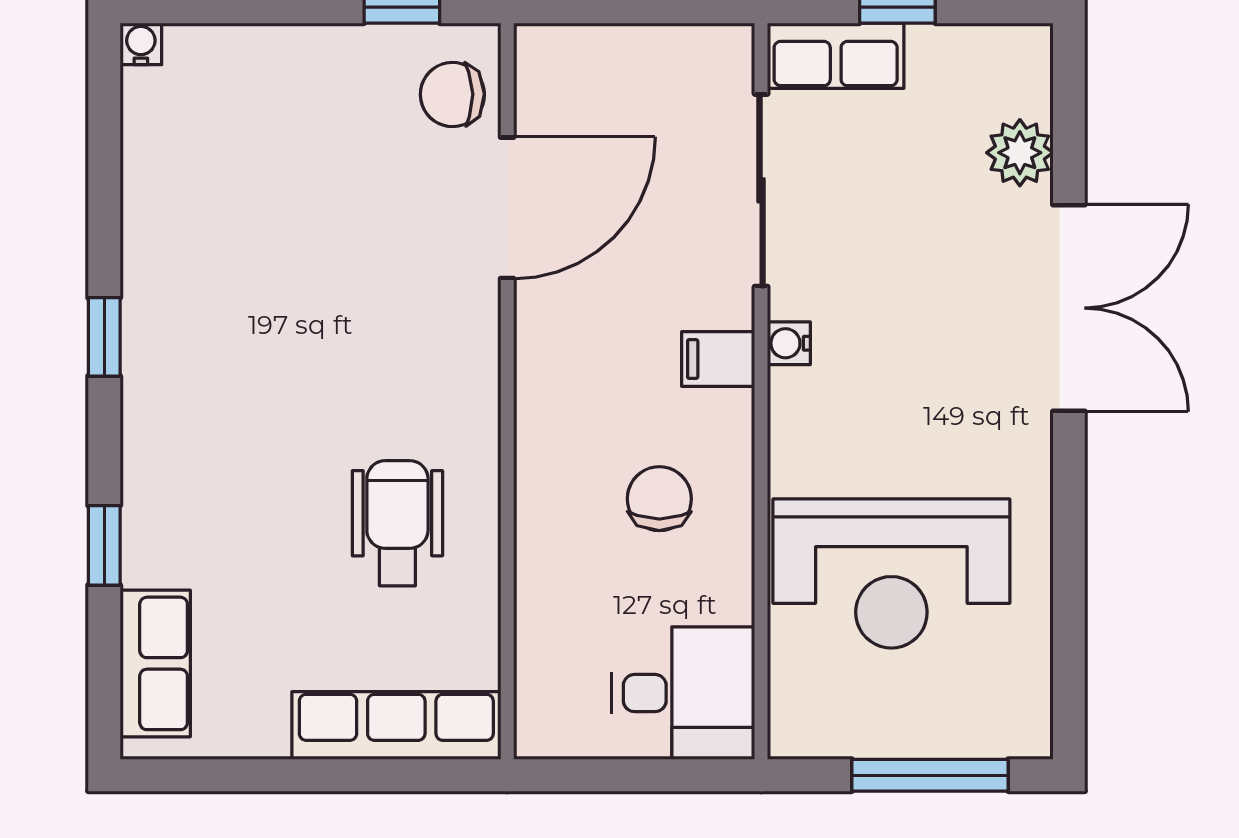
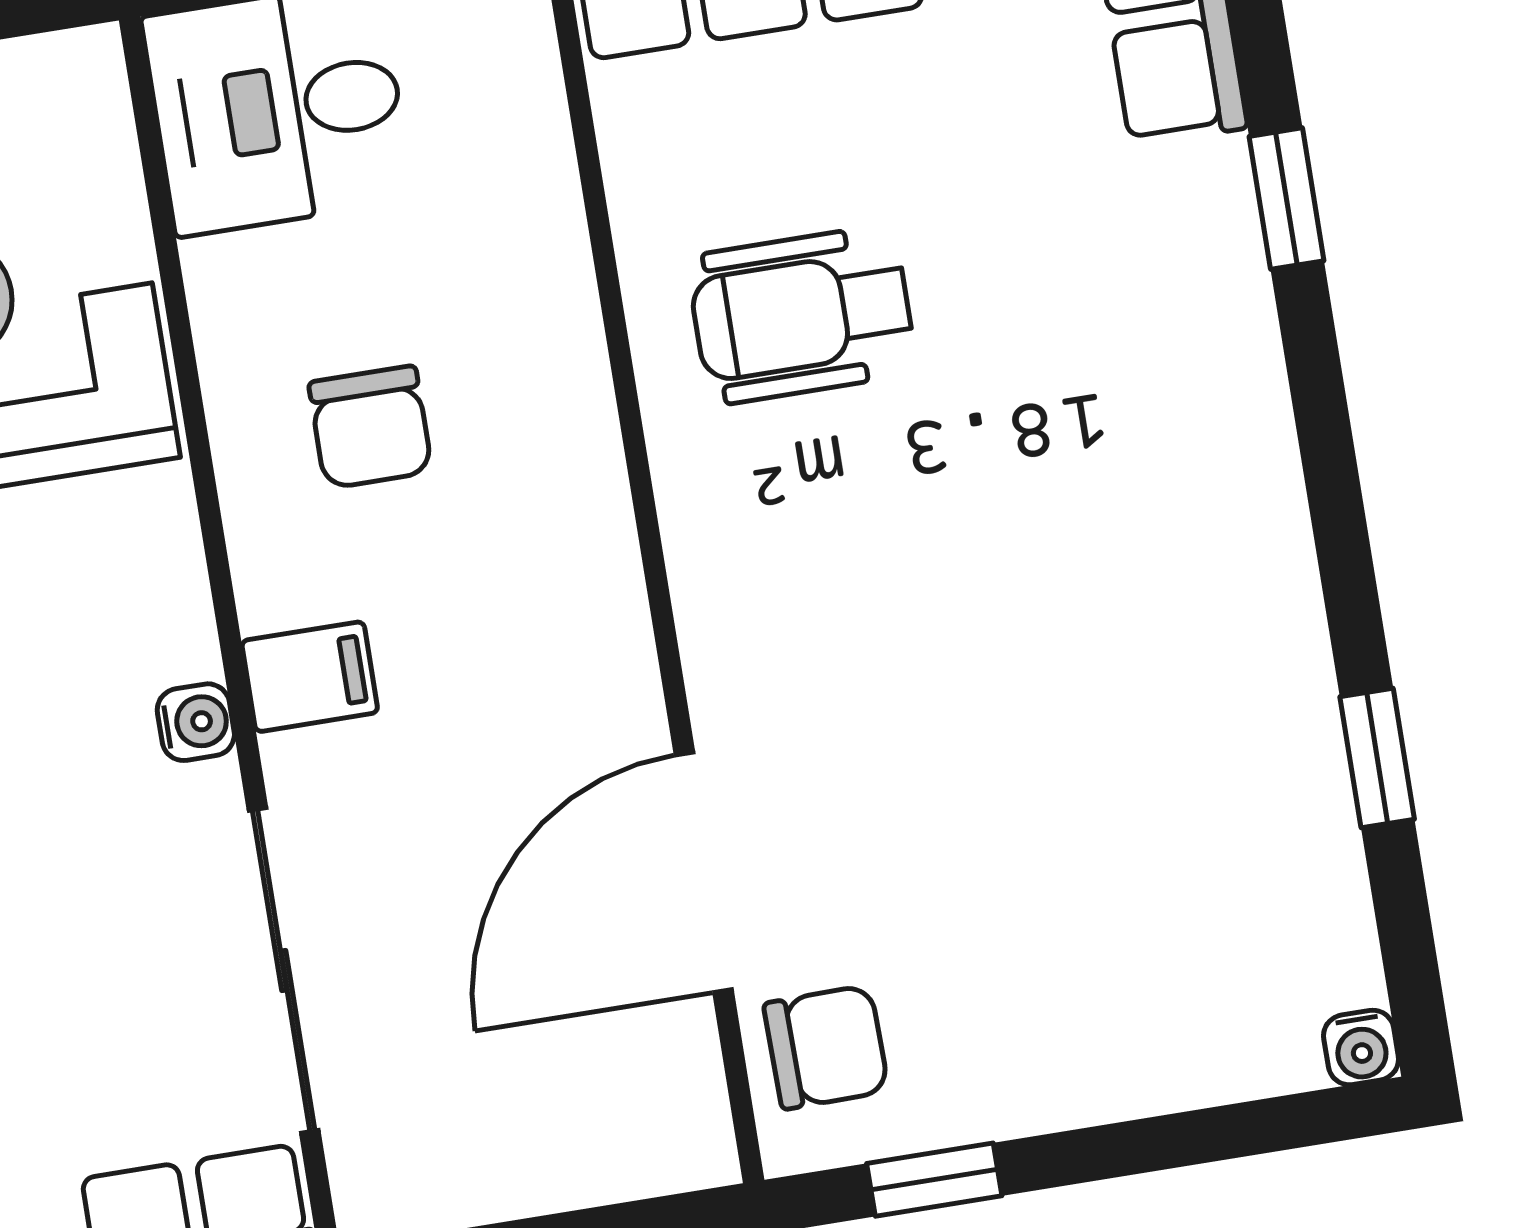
window: (104, 337) -> (1377, 758), moved
wheelchair: (397, 523) -> (802, 315), turned 90

